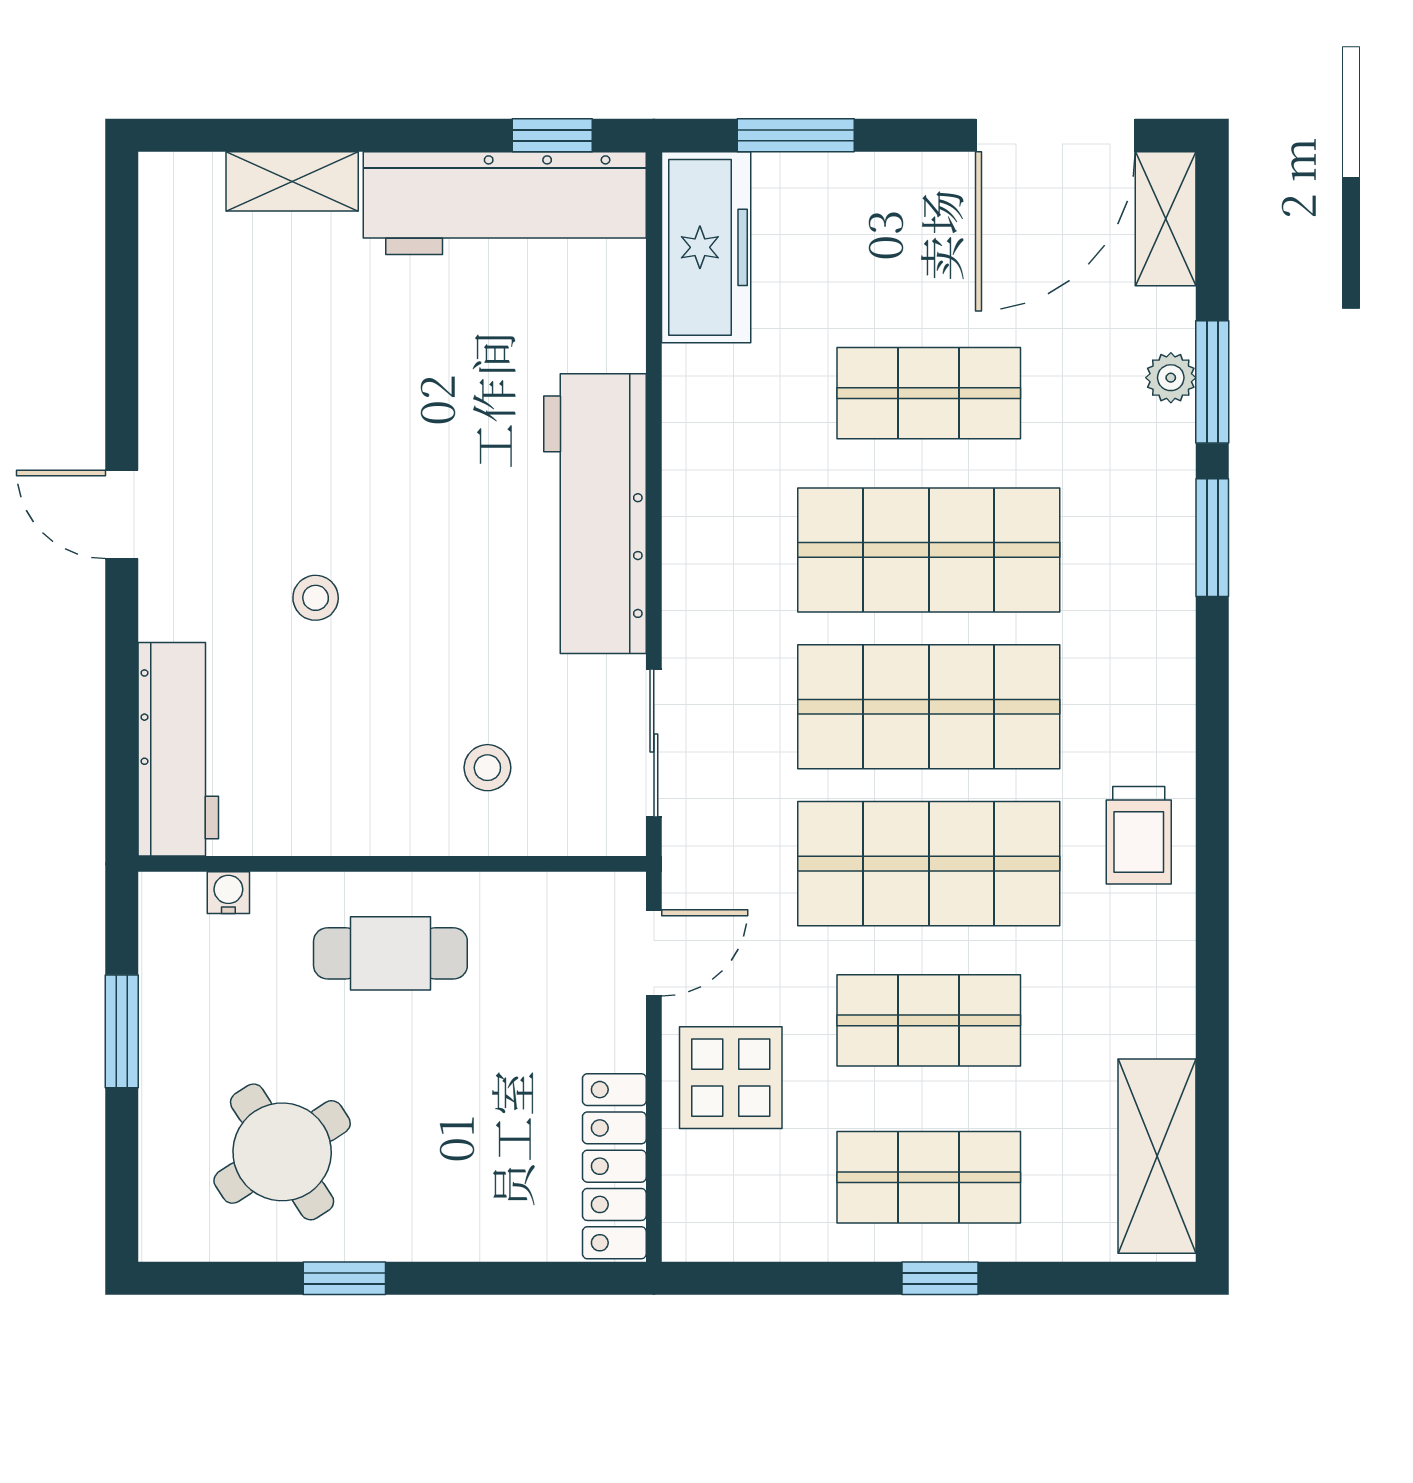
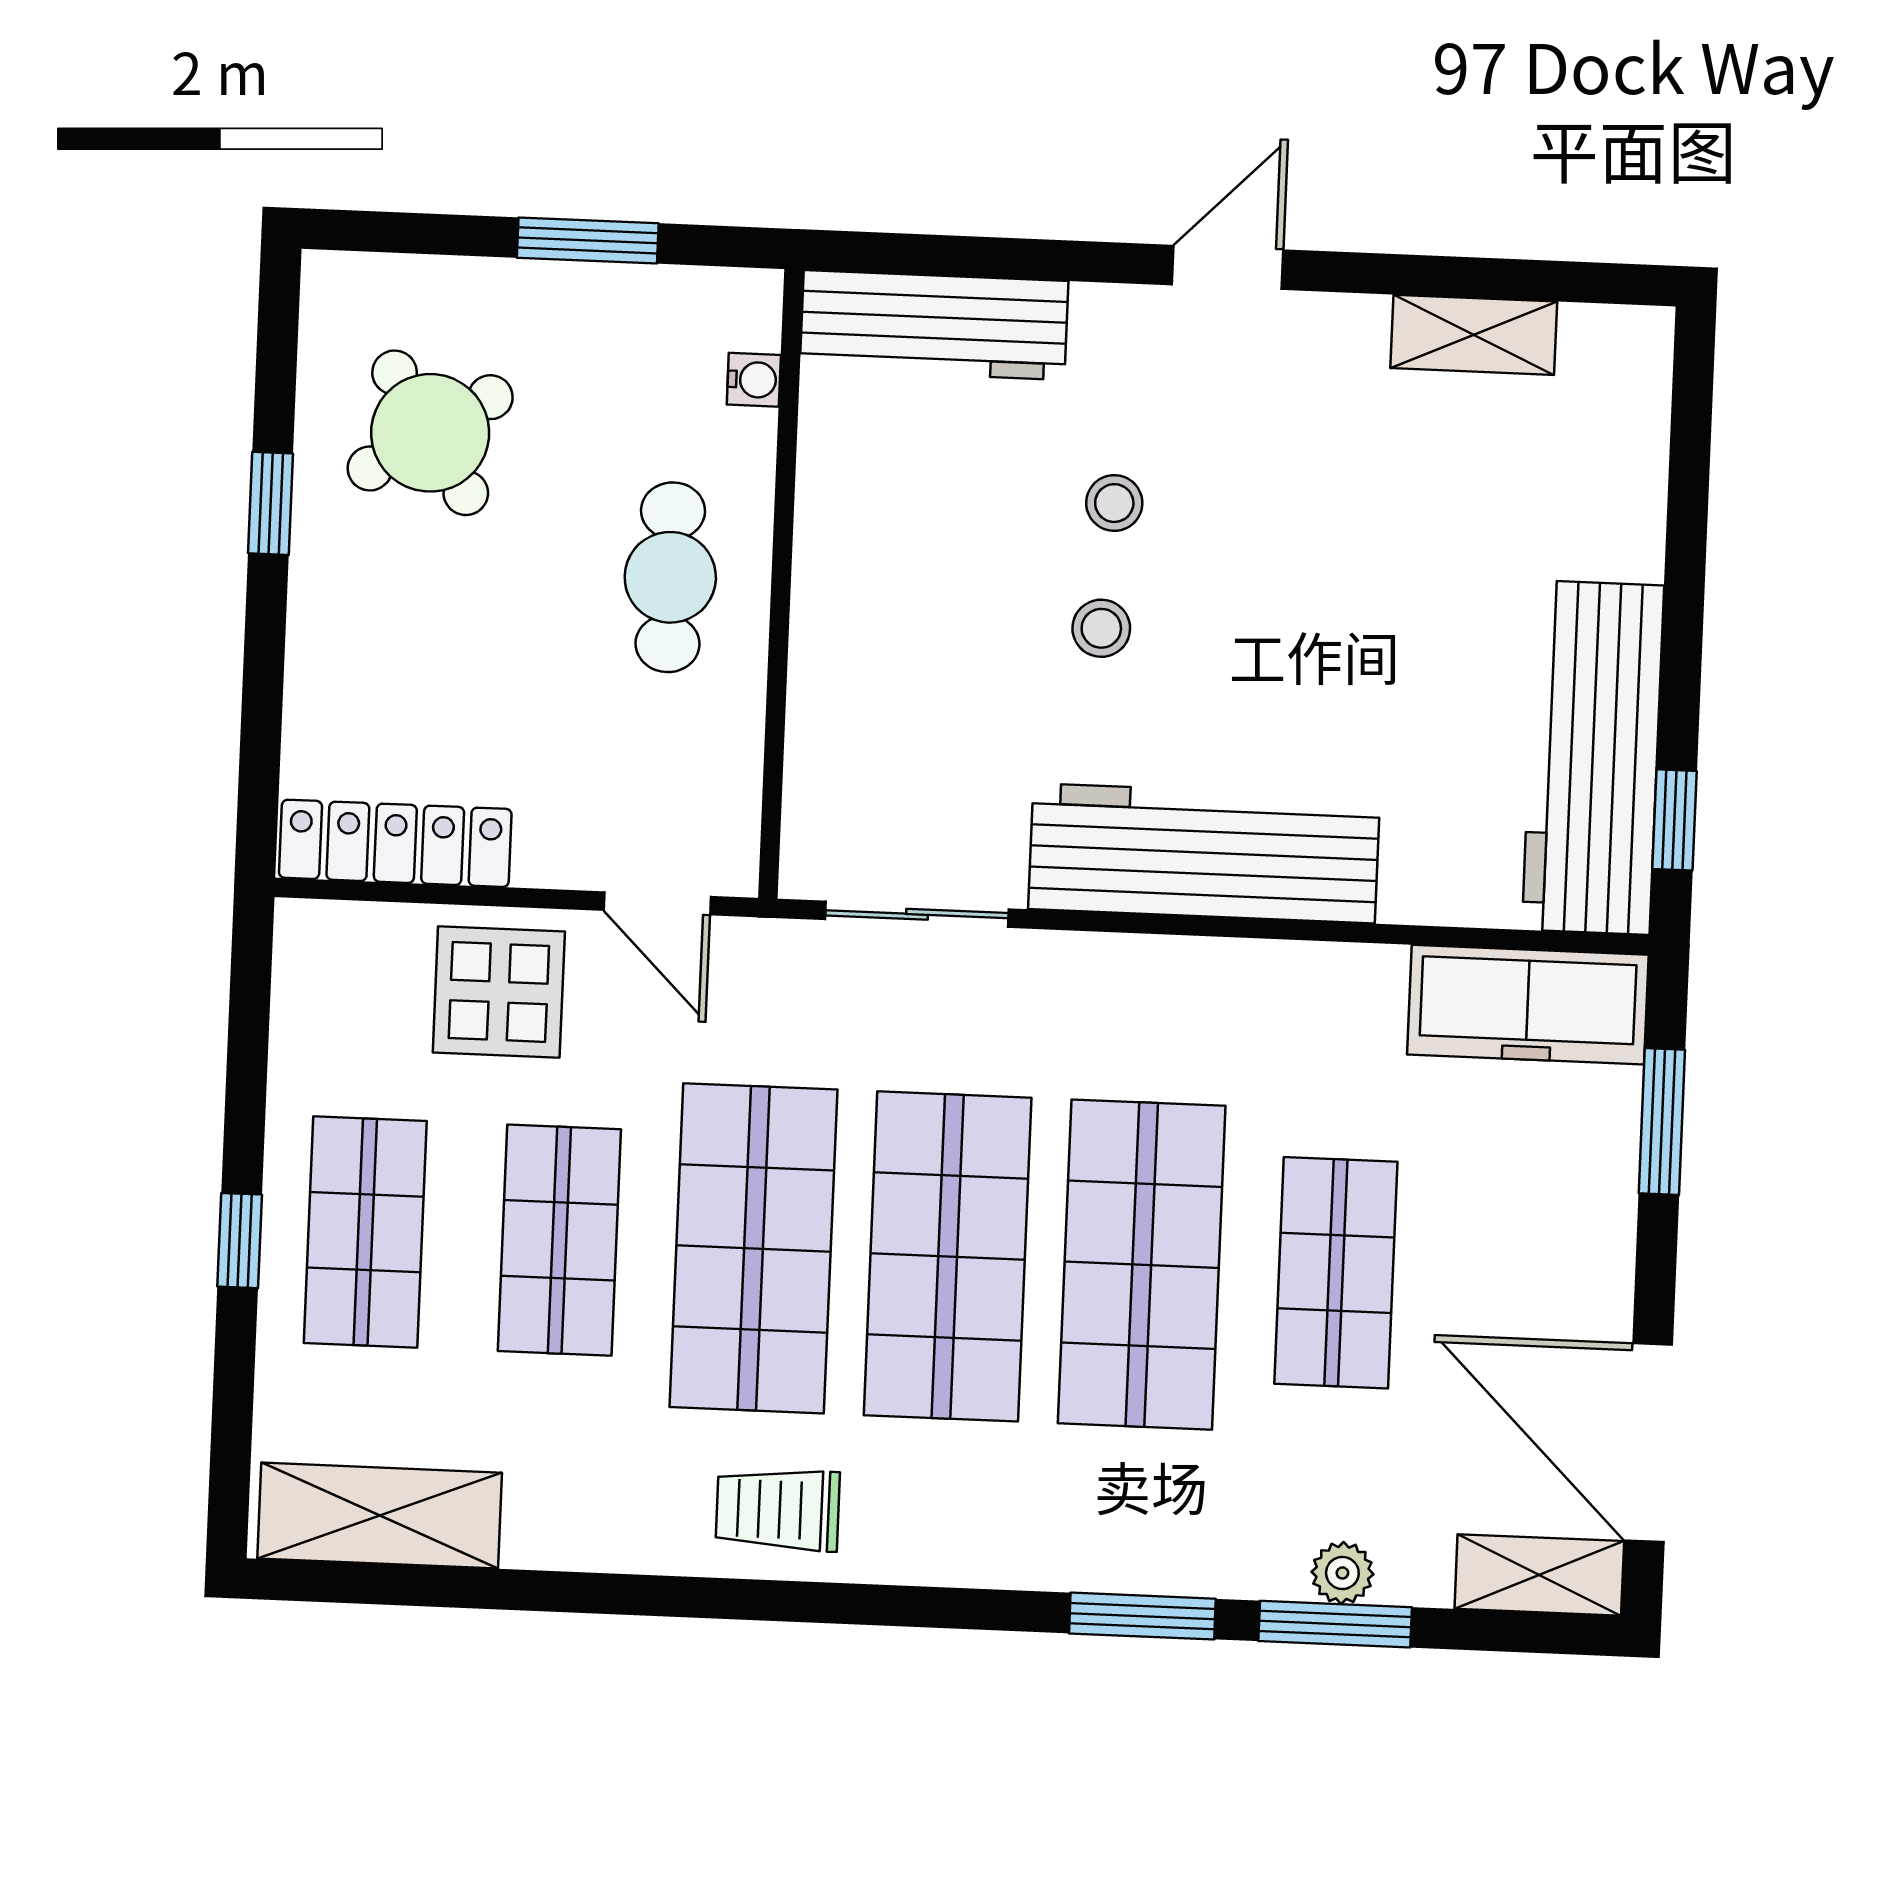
shelving: (292, 181) -> (1474, 335), moved, turned 90
stool: (487, 768) -> (1101, 628), moved

